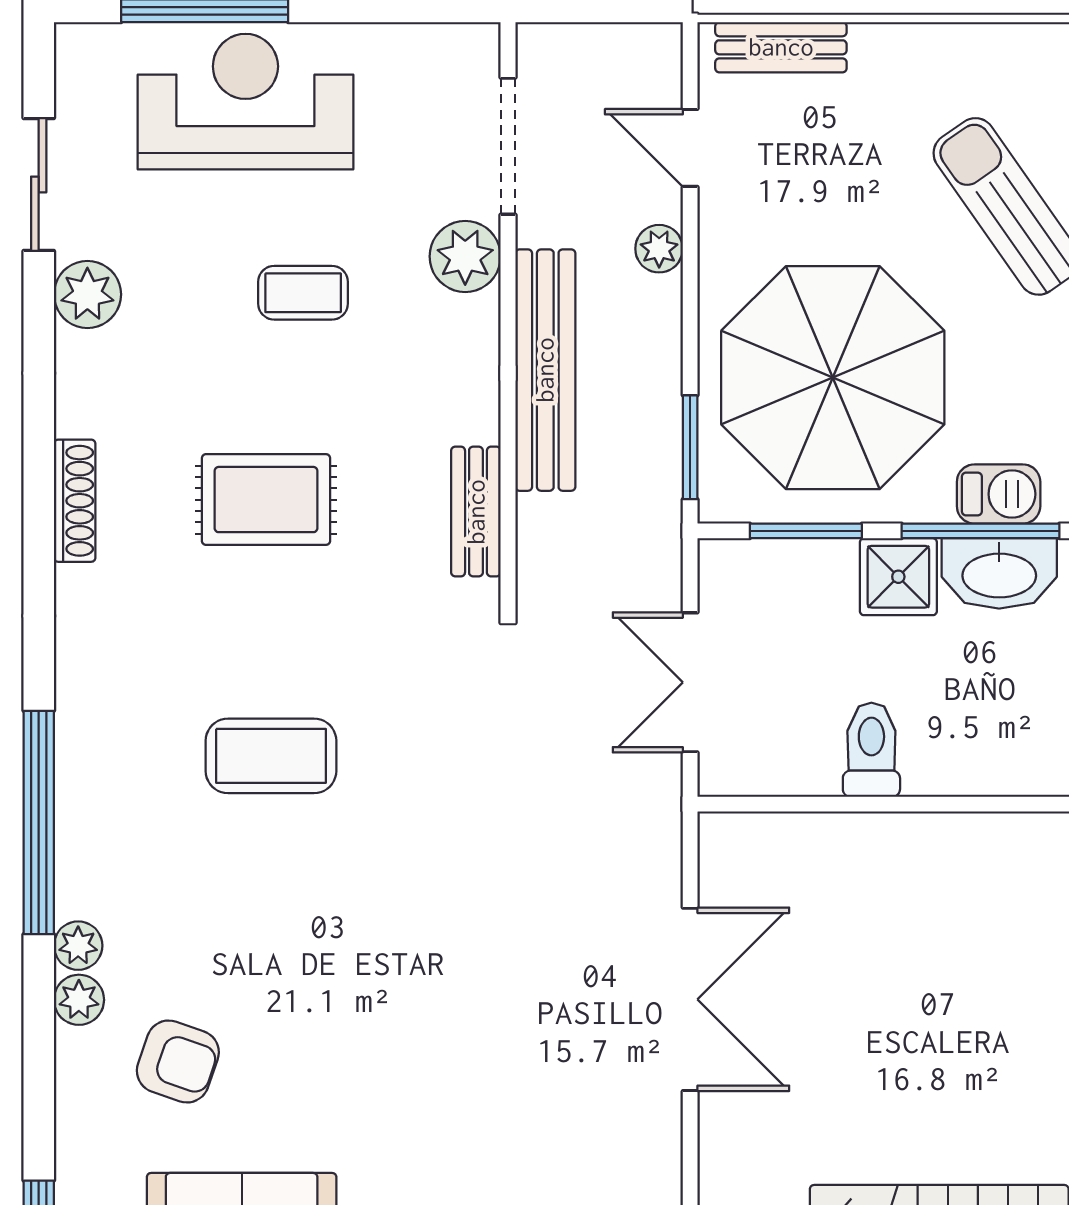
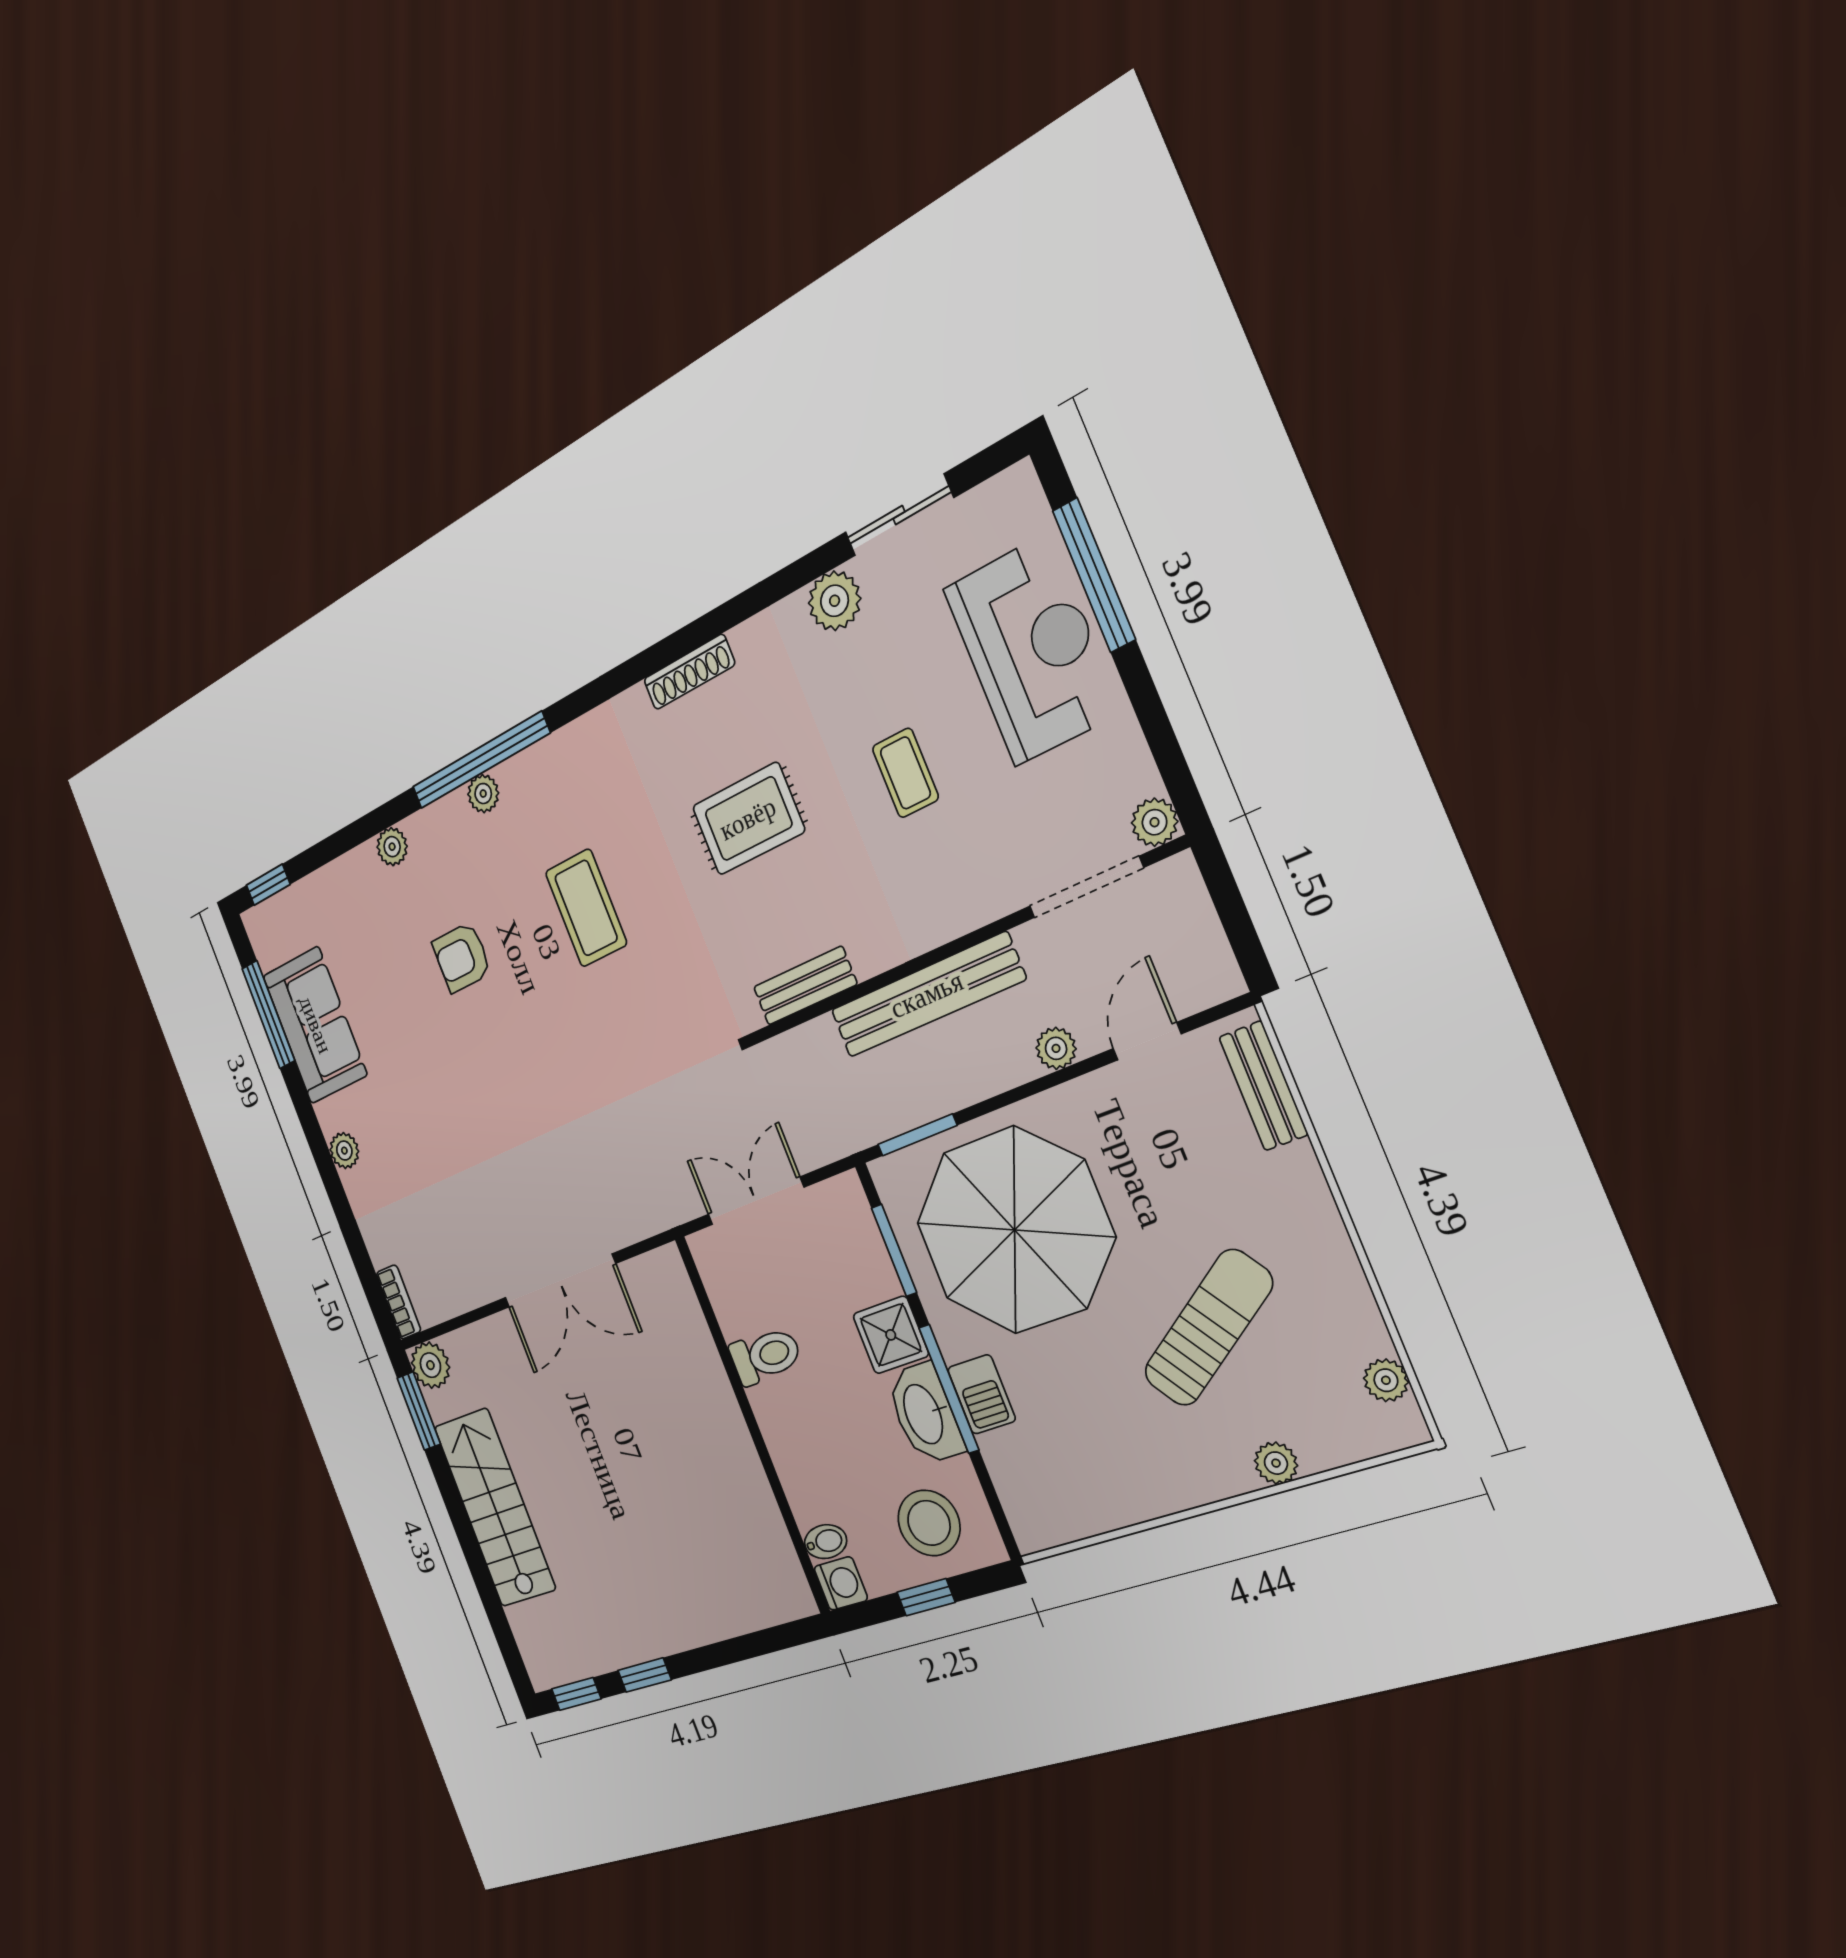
plant: (465, 256) -> (1155, 822), moved, width x0.73, depth x0.73
rug: (266, 500) -> (748, 819), turned 90
plant: (78, 946) -> (483, 794), moved
armchair: (178, 1062) -> (462, 957), moved, turned 71

